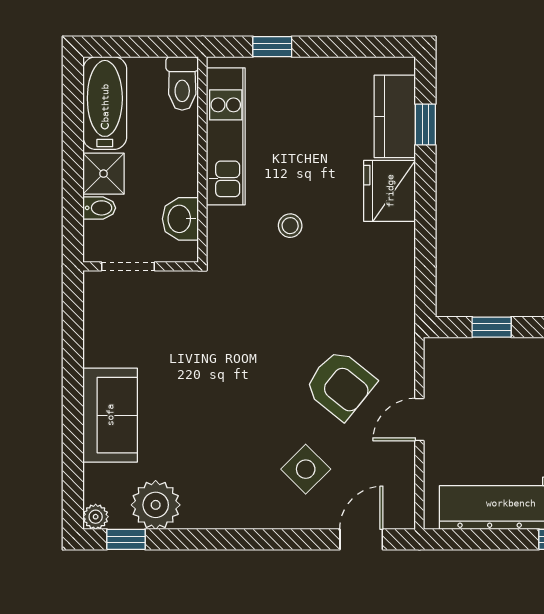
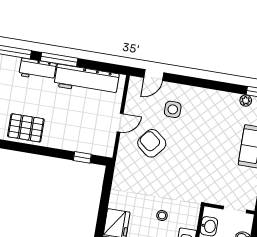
side table: (306, 469) -> (173, 109), turned 45
plant: (156, 505) -> (246, 101), width x0.53, depth x0.53

